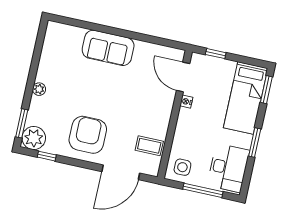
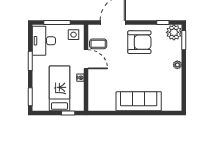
sofa: (108, 48) -> (139, 101), width x1.36
door: (183, 77) -> (86, 59), moved
bed: (246, 98) -> (60, 88), moved
armchair: (88, 135) -> (139, 42), turned -90

